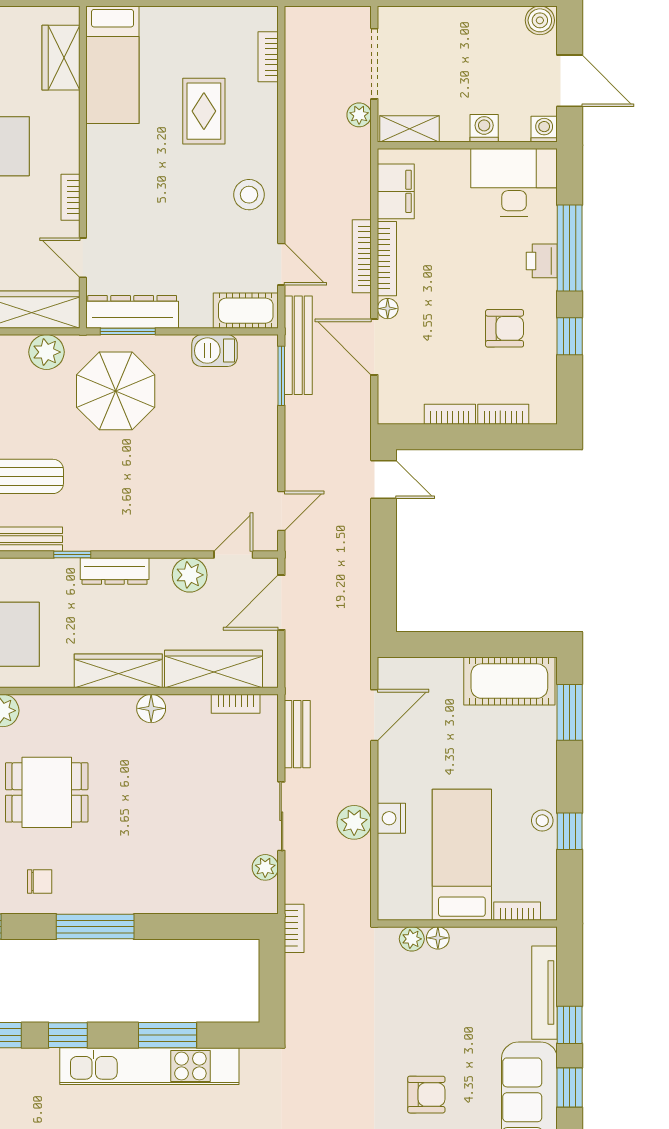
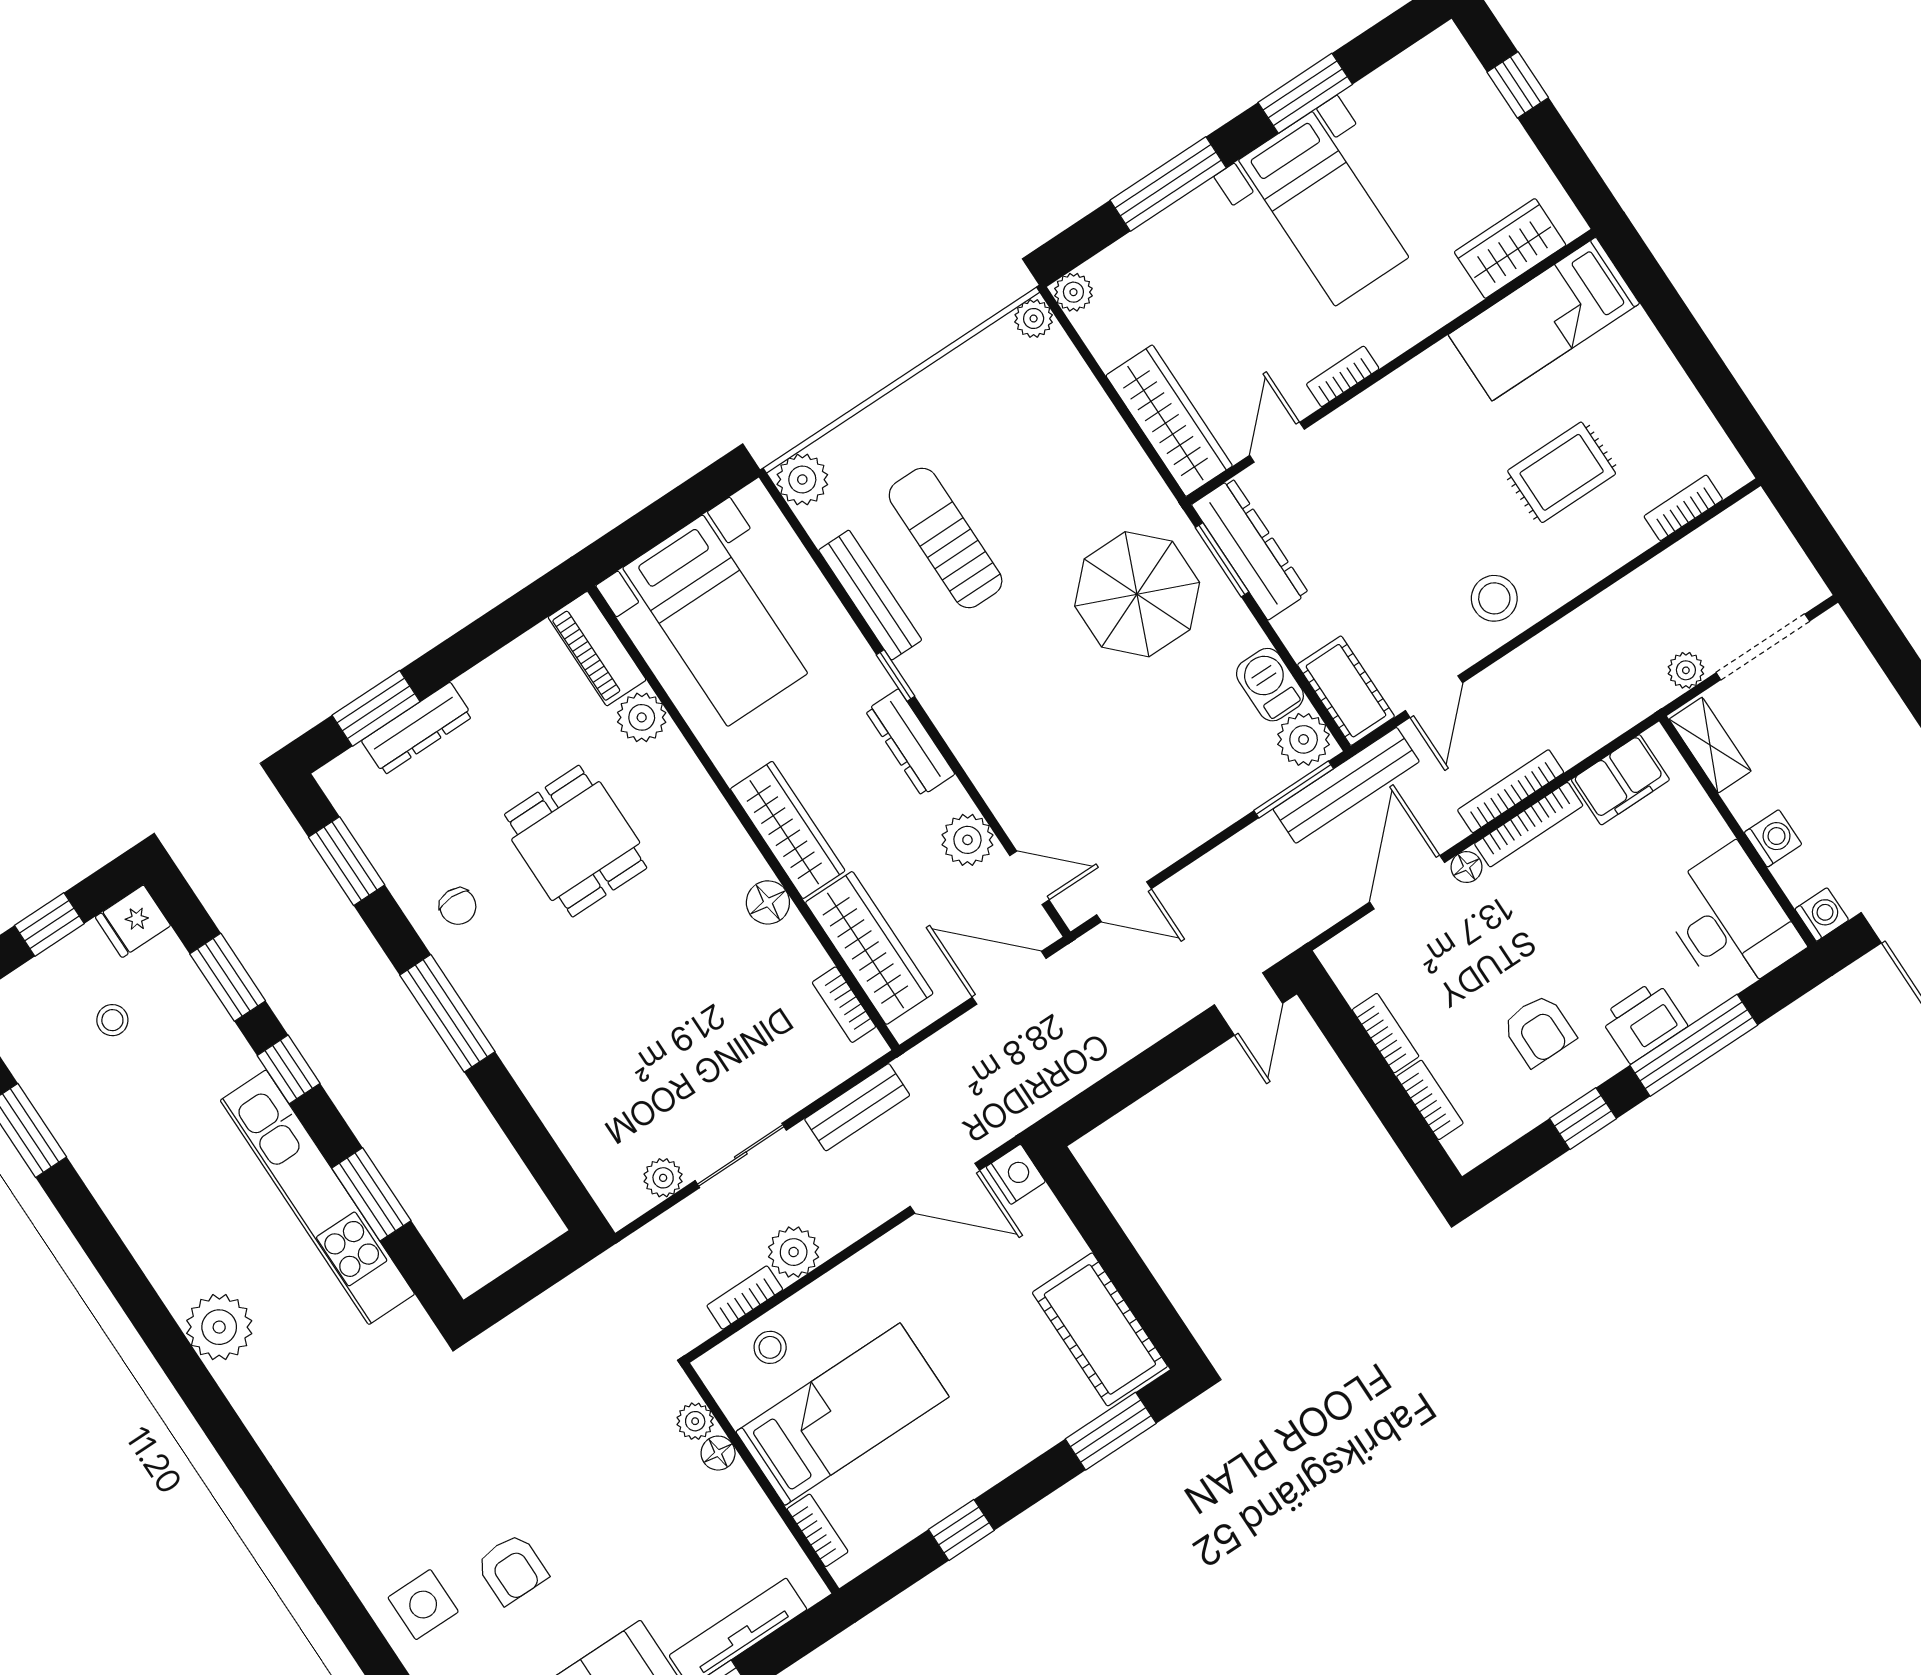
printer: (542, 261) -> (1643, 1021), width x1.36, depth x1.24
plant: (47, 352) -> (1304, 739), moved
nightstand: (391, 818) -> (1016, 1174), moved, turned 90
stool: (542, 821) -> (770, 1347), moved
bookcase: (294, 928) -> (745, 1298), moved, turned 180

